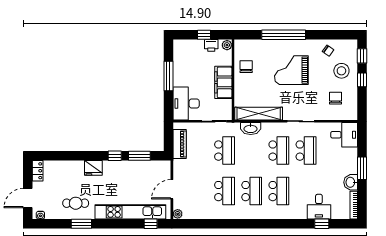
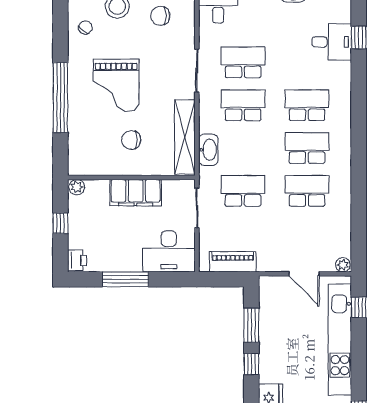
printer: (211, 45) -> (77, 260), moved
chair: (246, 67) -> (131, 140), moved

